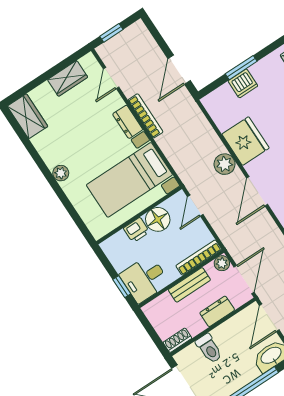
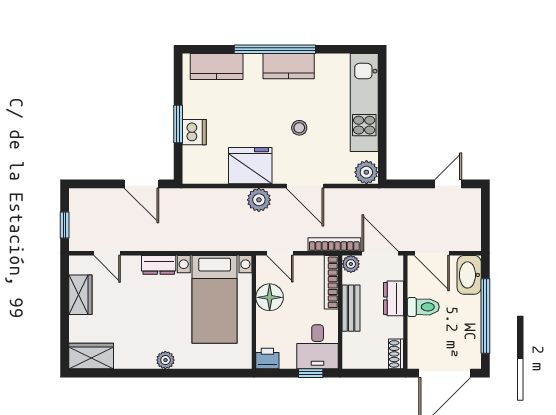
bookcase: (145, 116) -> (334, 244), moved
printer: (136, 230) -> (267, 359), moved, turned -90
toilet: (209, 348) -> (423, 307), moved

